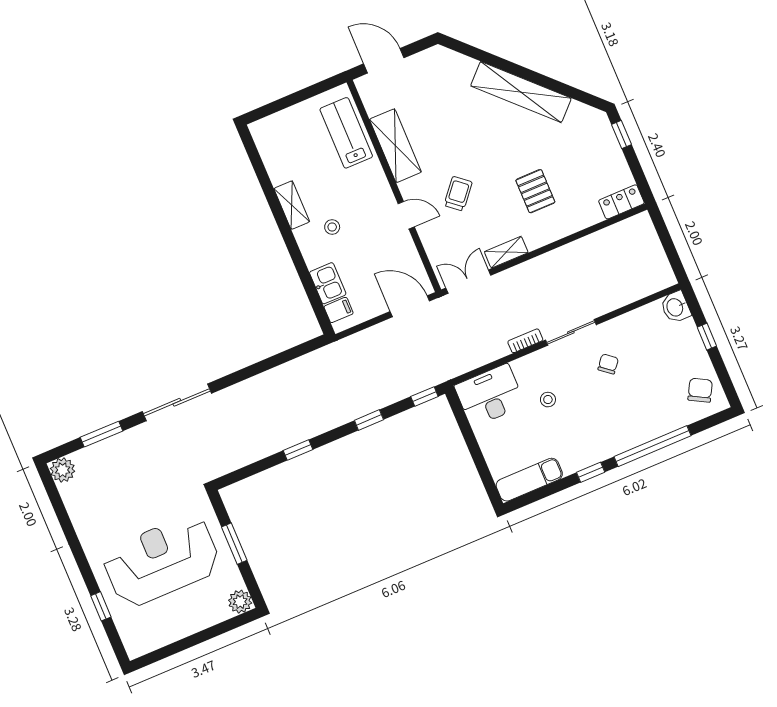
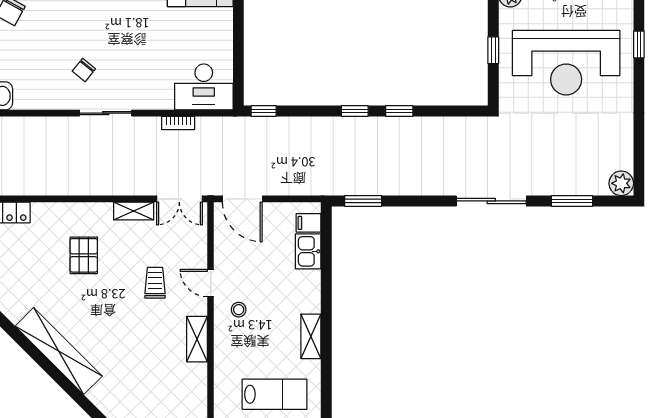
lab bench: (346, 133) -> (274, 394), moved, turned -90
shelving: (395, 146) -> (197, 339), width x0.67, depth x0.75
trolley: (458, 194) -> (155, 283), turned 140
stool: (332, 227) -> (239, 310), moved
bookcase: (525, 341) -> (178, 123), moved
window: (296, 352) -> (363, 201), added
stool: (548, 400) -> (152, 61), removed
window: (369, 420) -> (355, 111), moved
window: (234, 544) -> (493, 50), width x0.67

